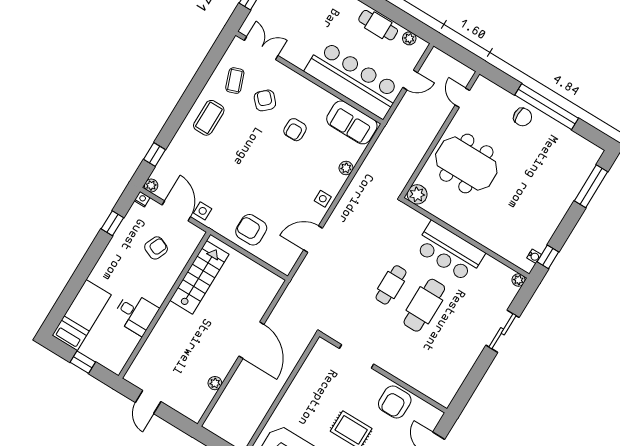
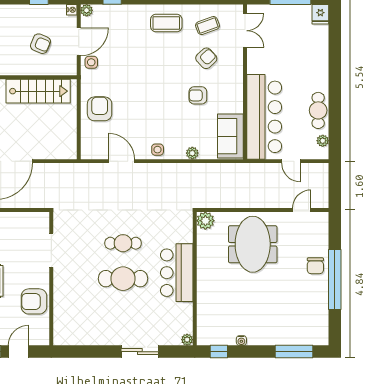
water cooler: (534, 256) -> (241, 341), moved

